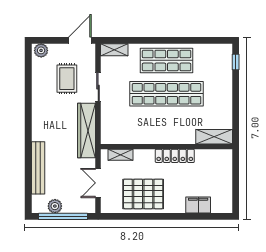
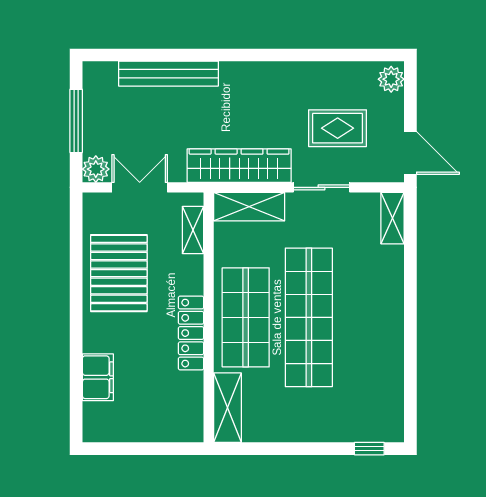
shop shelf: (167, 60) -> (246, 317), moved
shelving: (108, 125) -> (249, 207), added
plant: (55, 206) -> (96, 169), moved
window: (63, 216) -> (76, 121), width x0.68

